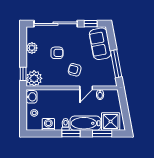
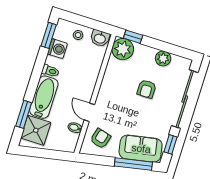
window: (116, 64) -> (133, 164), moved
armchair: (75, 70) -> (100, 139), moved
window: (71, 134) -> (49, 35), moved

